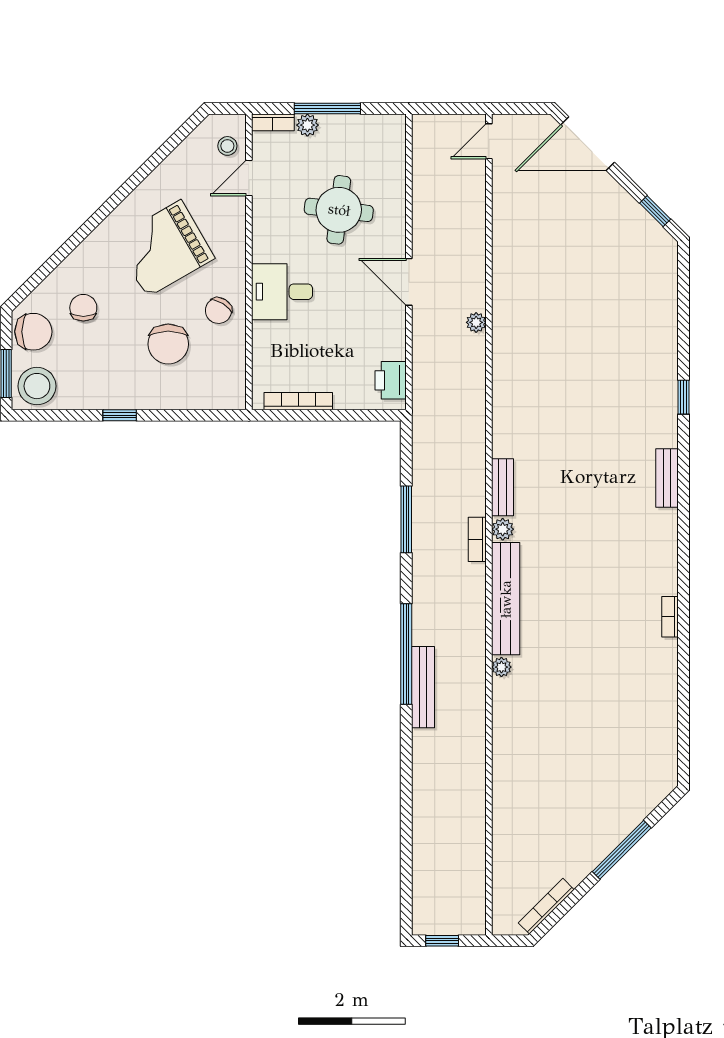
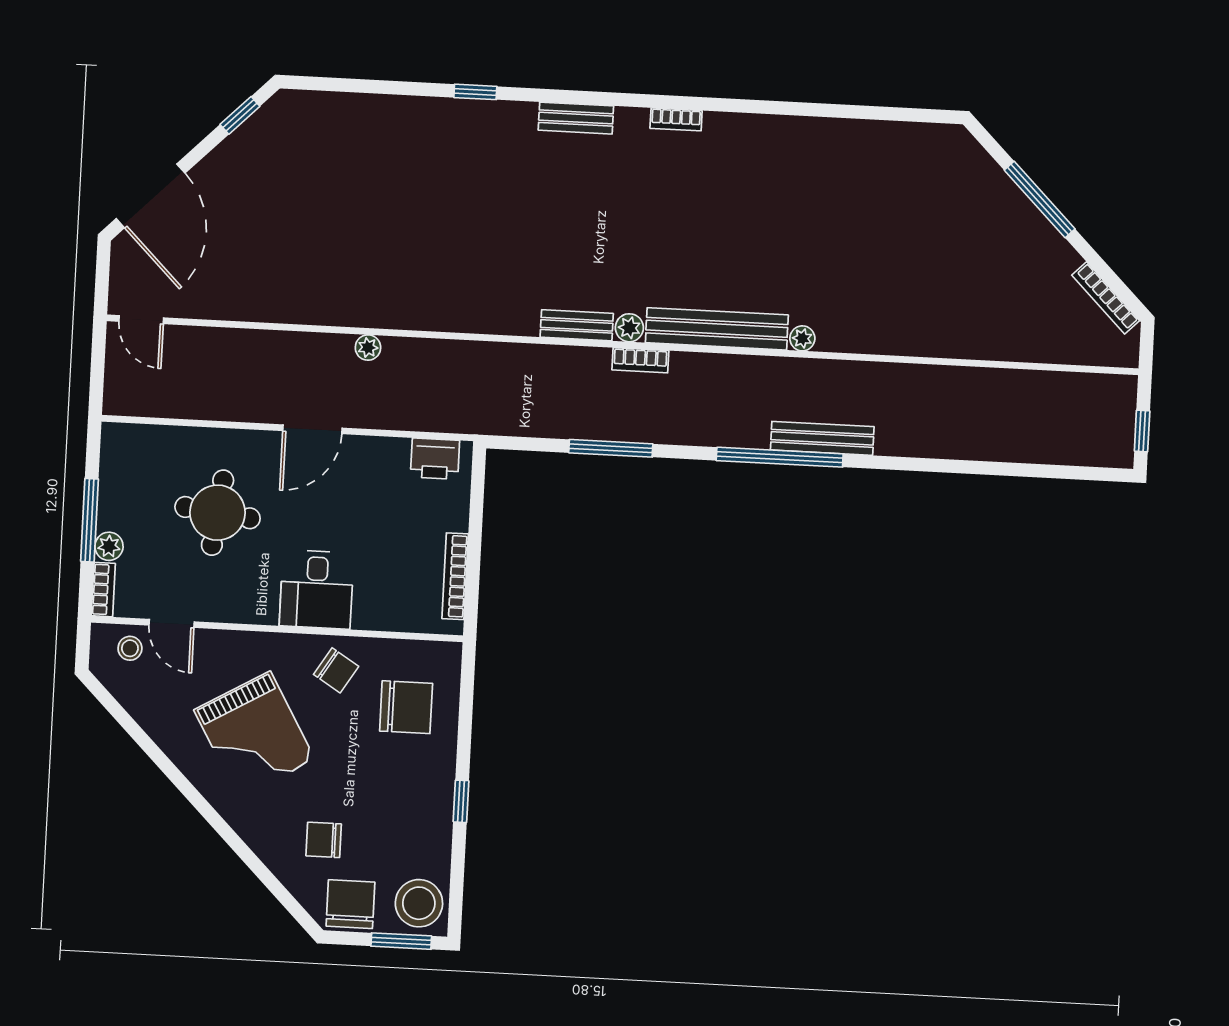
chair: (168, 344) -> (406, 707), moved
bookcase: (670, 617) -> (676, 119), moved

